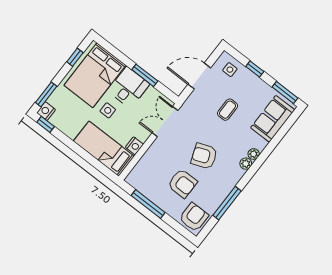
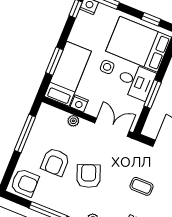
plant: (149, 156) -> (73, 121), added
window: (89, 158) -> (54, 61), added

